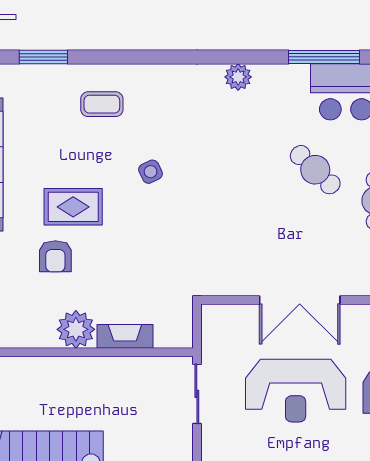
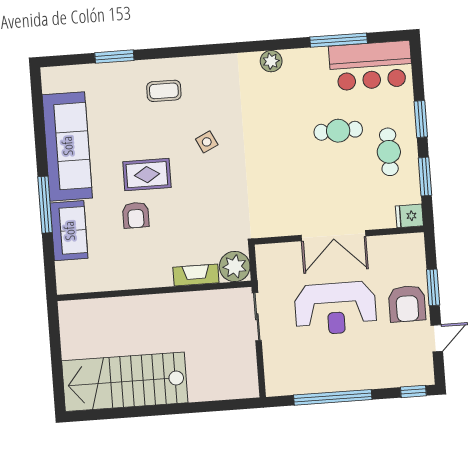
cafe table: (315, 170) -> (338, 131), turned -45
plant: (76, 329) -> (235, 266), moved

